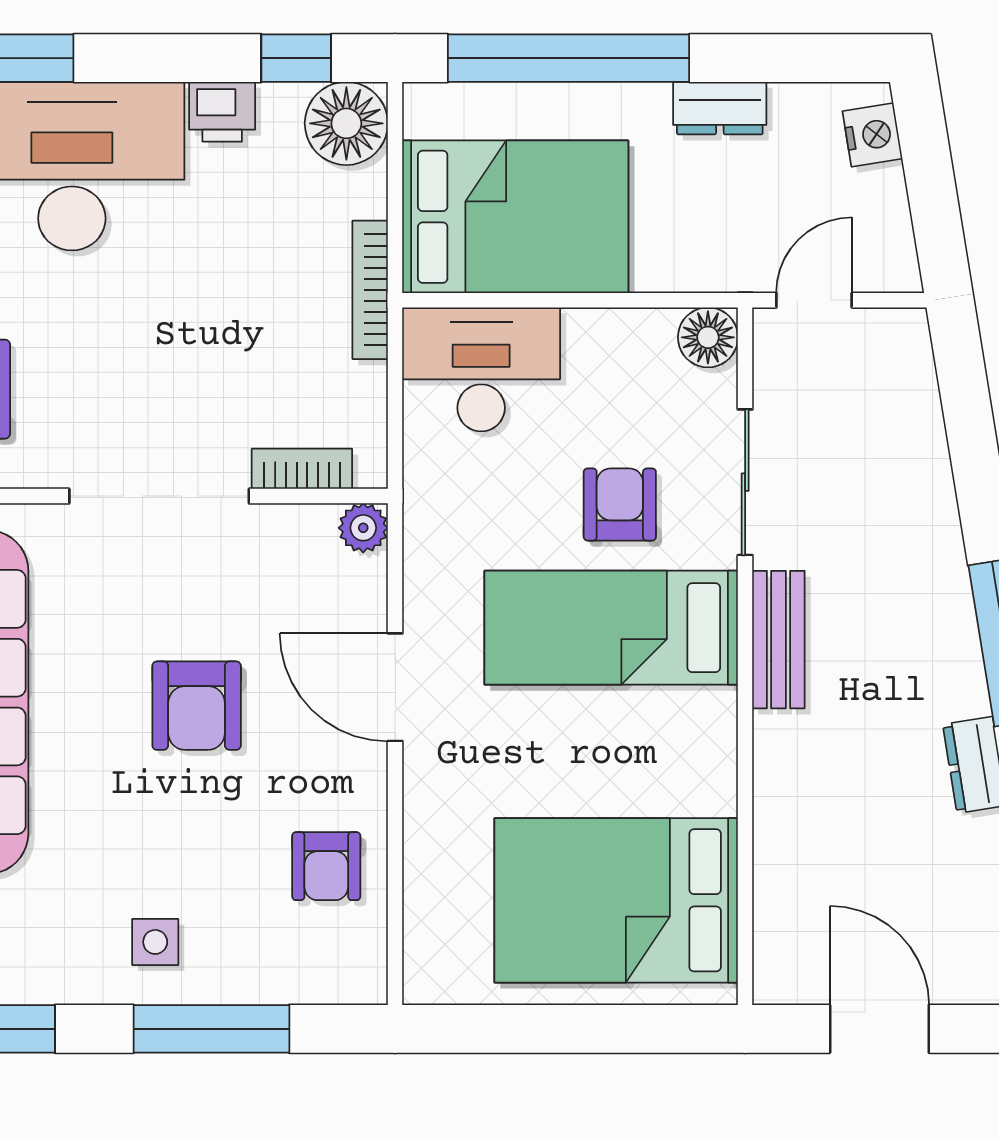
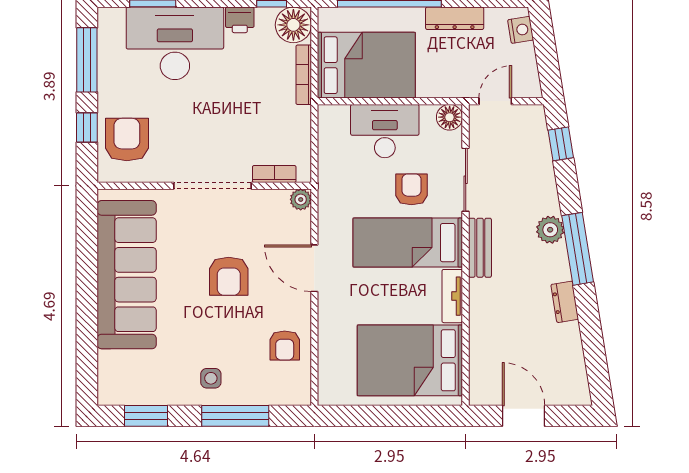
dresser: (720, 108) -> (455, 18), width x1.44
bookcase: (370, 290) -> (304, 75), moved
desk: (481, 369) -> (385, 131), moved
window: (965, 399) -> (561, 144), added
plant: (941, 598) -> (550, 230), added
tv unit: (714, 751) -> (452, 296), added

